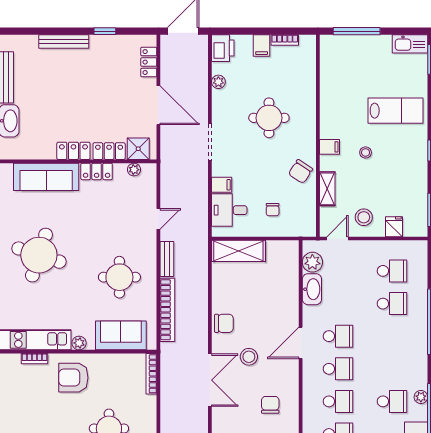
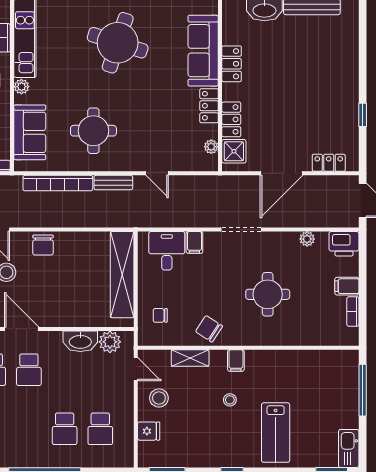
bench: (64, 41) -> (351, 70), removed
locker: (73, 151) -> (232, 64), moved
chair: (273, 210) -> (160, 315), moved
shelving: (238, 251) -> (122, 275), width x1.47

